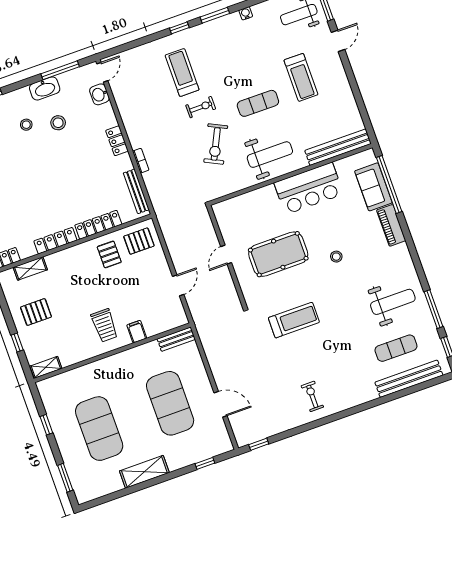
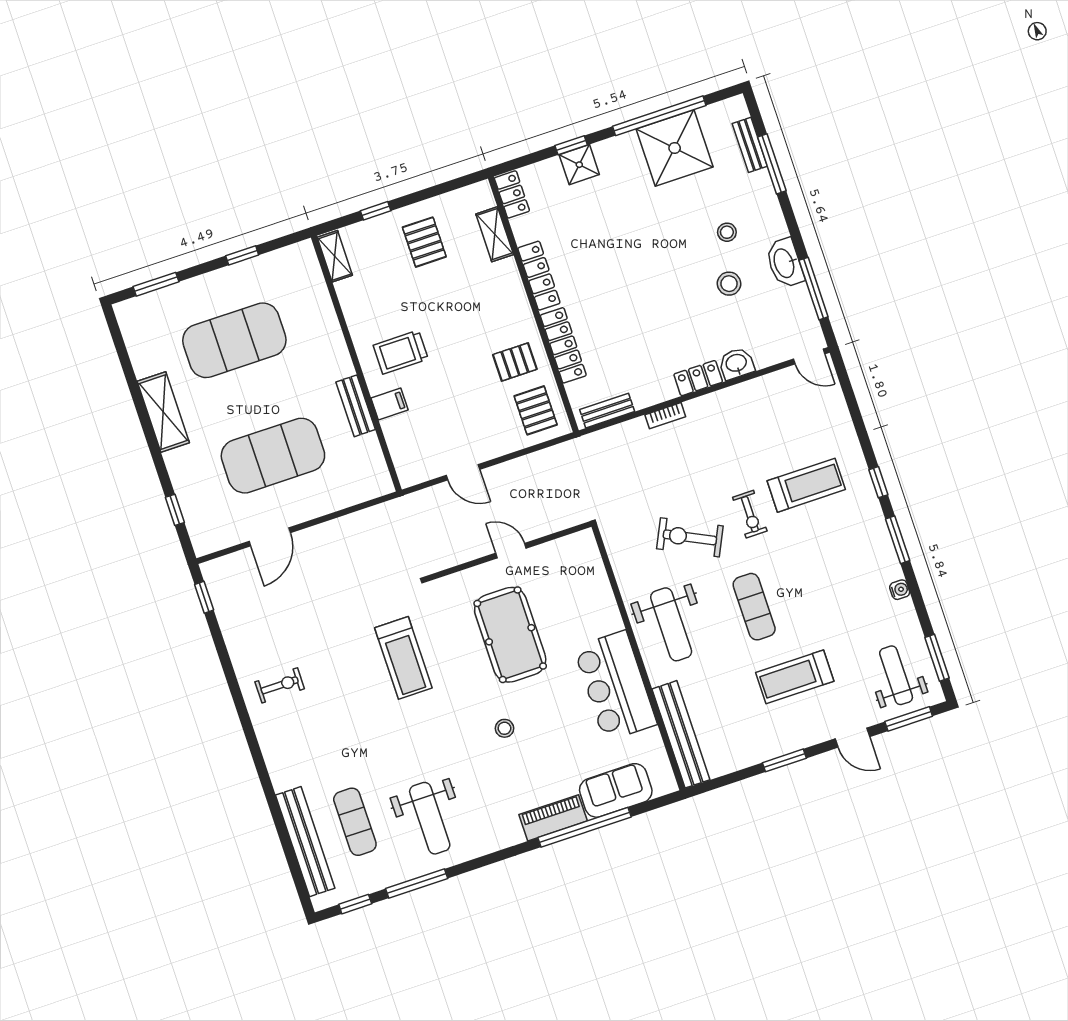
window: (353, 83) -> (784, 760), added
washbasin: (99, 94) -> (736, 364), moved
window: (389, 184) -> (584, 827), moved
bench: (136, 191) -> (607, 411), width x0.73
bench: (176, 339) -> (356, 406), moved

